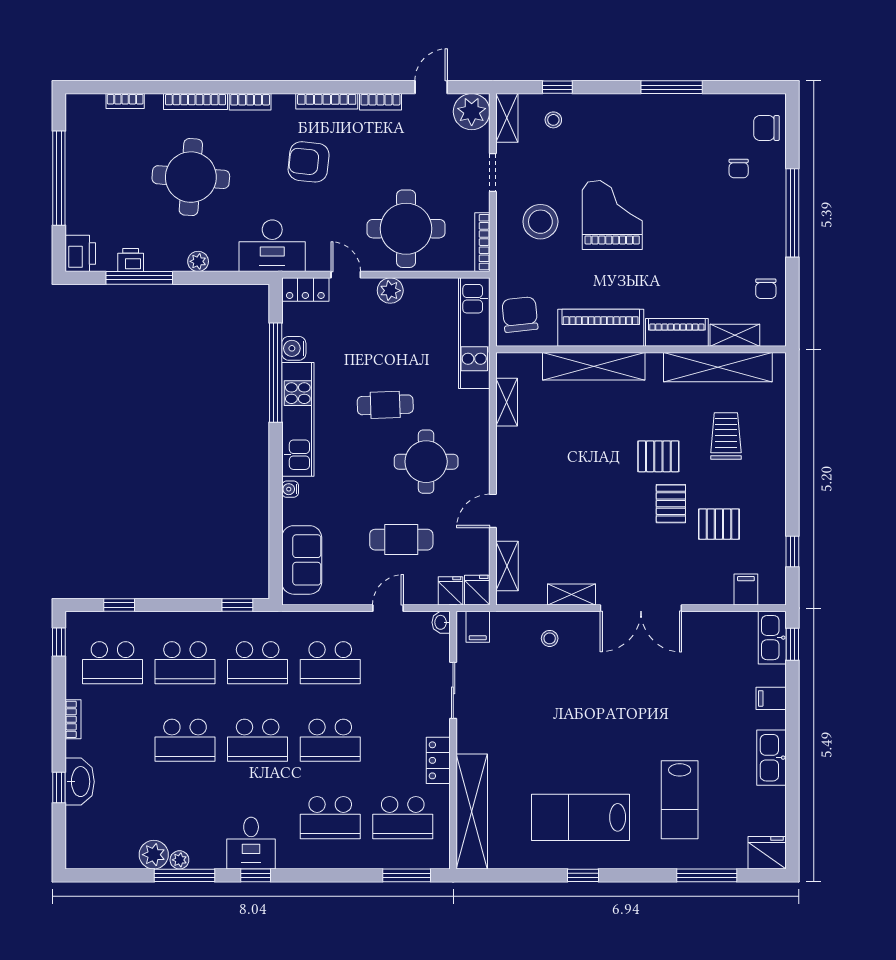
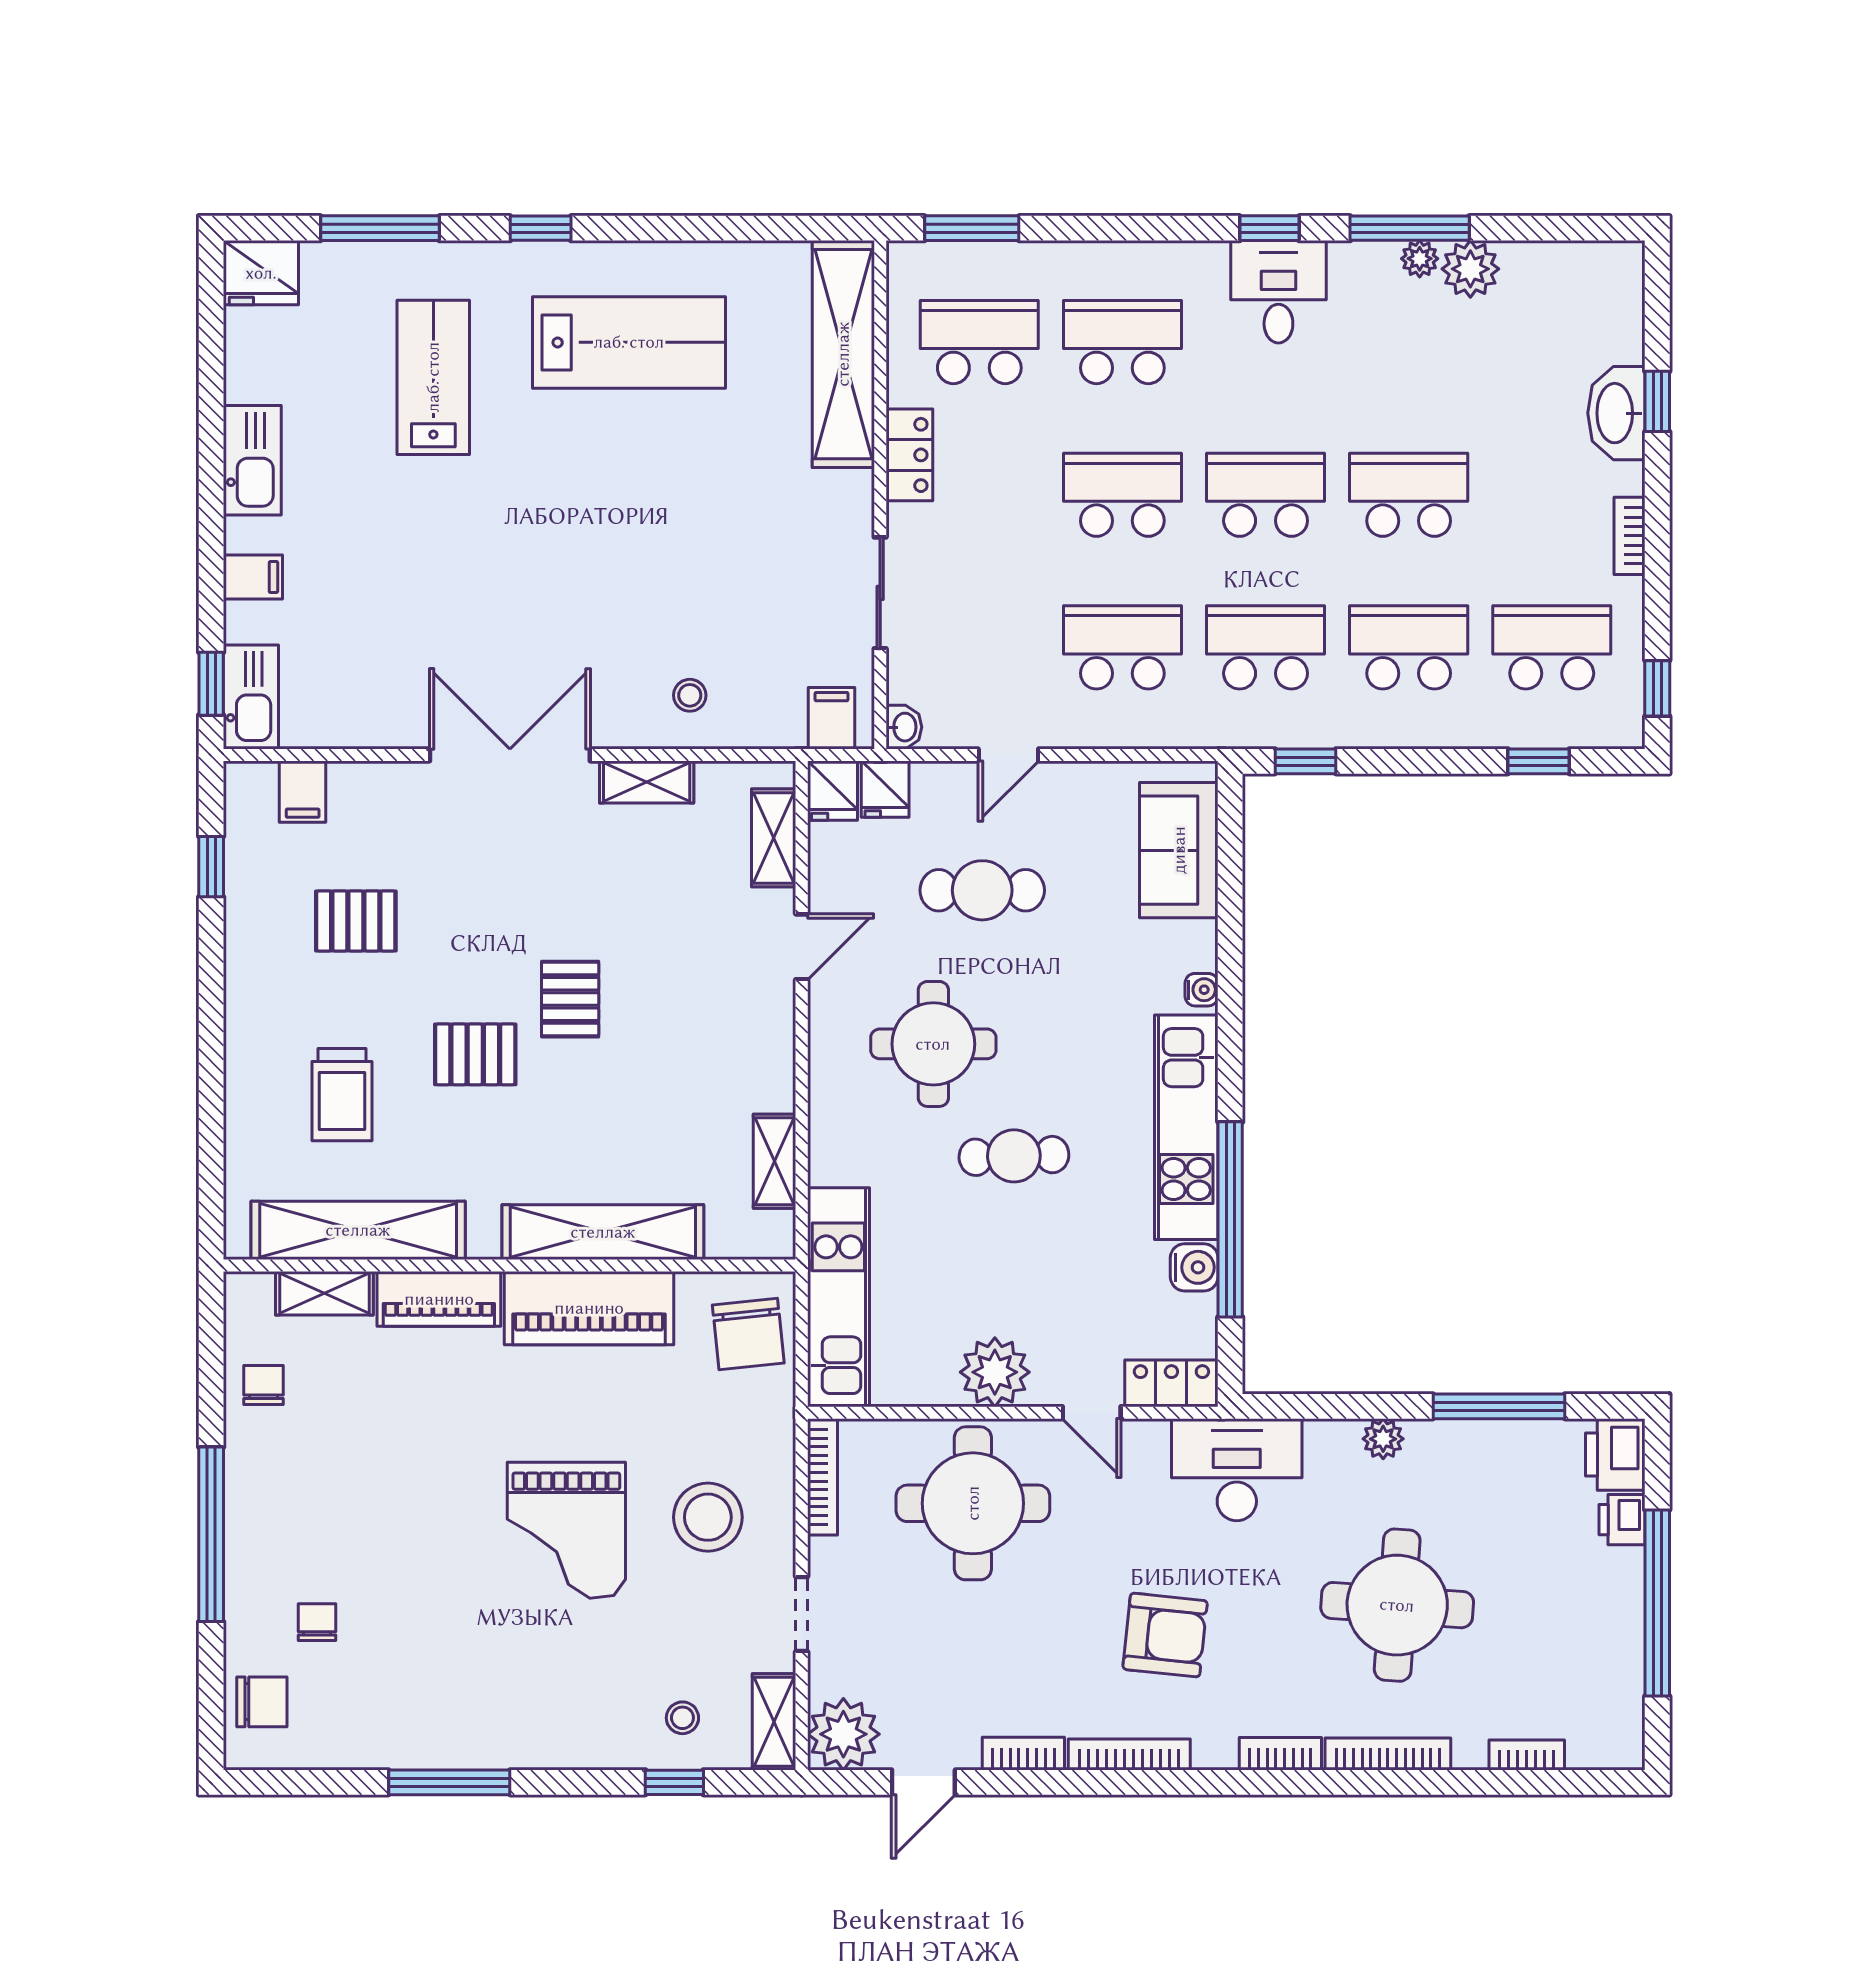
printer: (131, 260) -> (1622, 1520), moved, turned 90
plant: (390, 291) -> (995, 1372), width x1.36, depth x1.36
pallet: (671, 504) -> (570, 999), moved
window: (583, 875) -> (541, 228), moved

